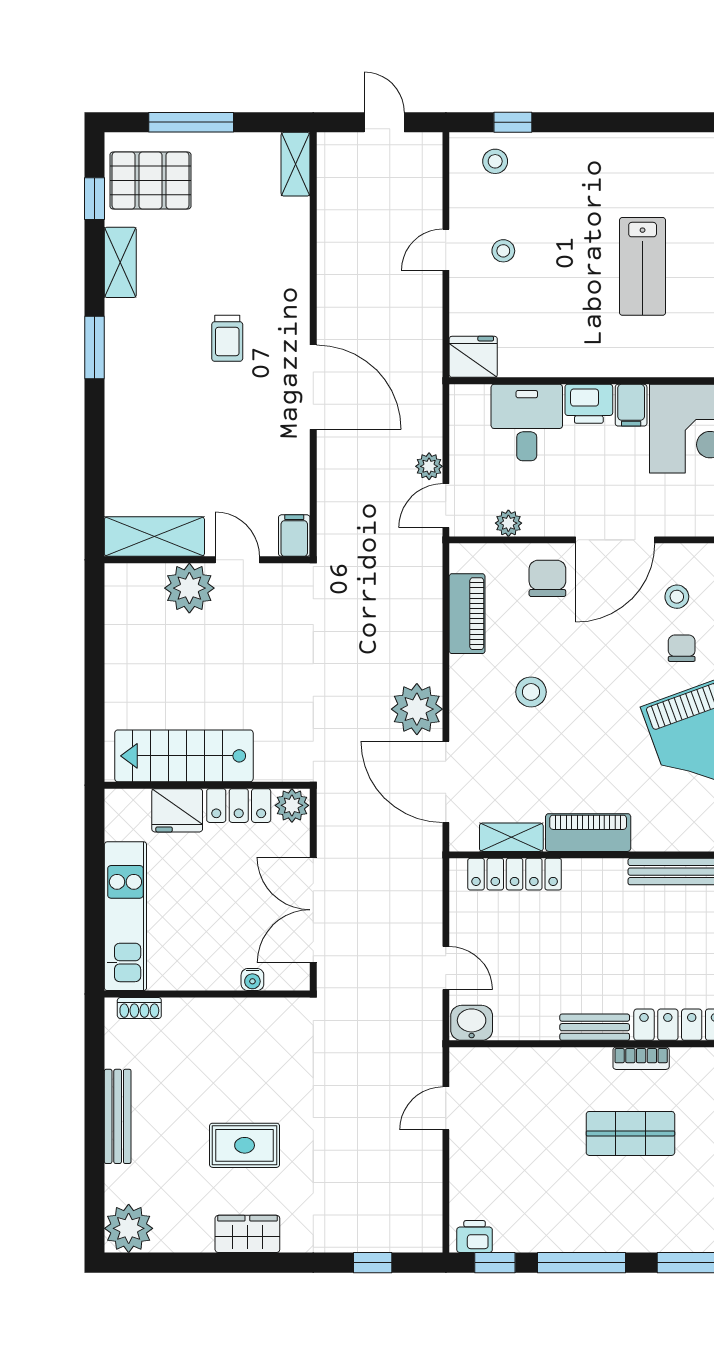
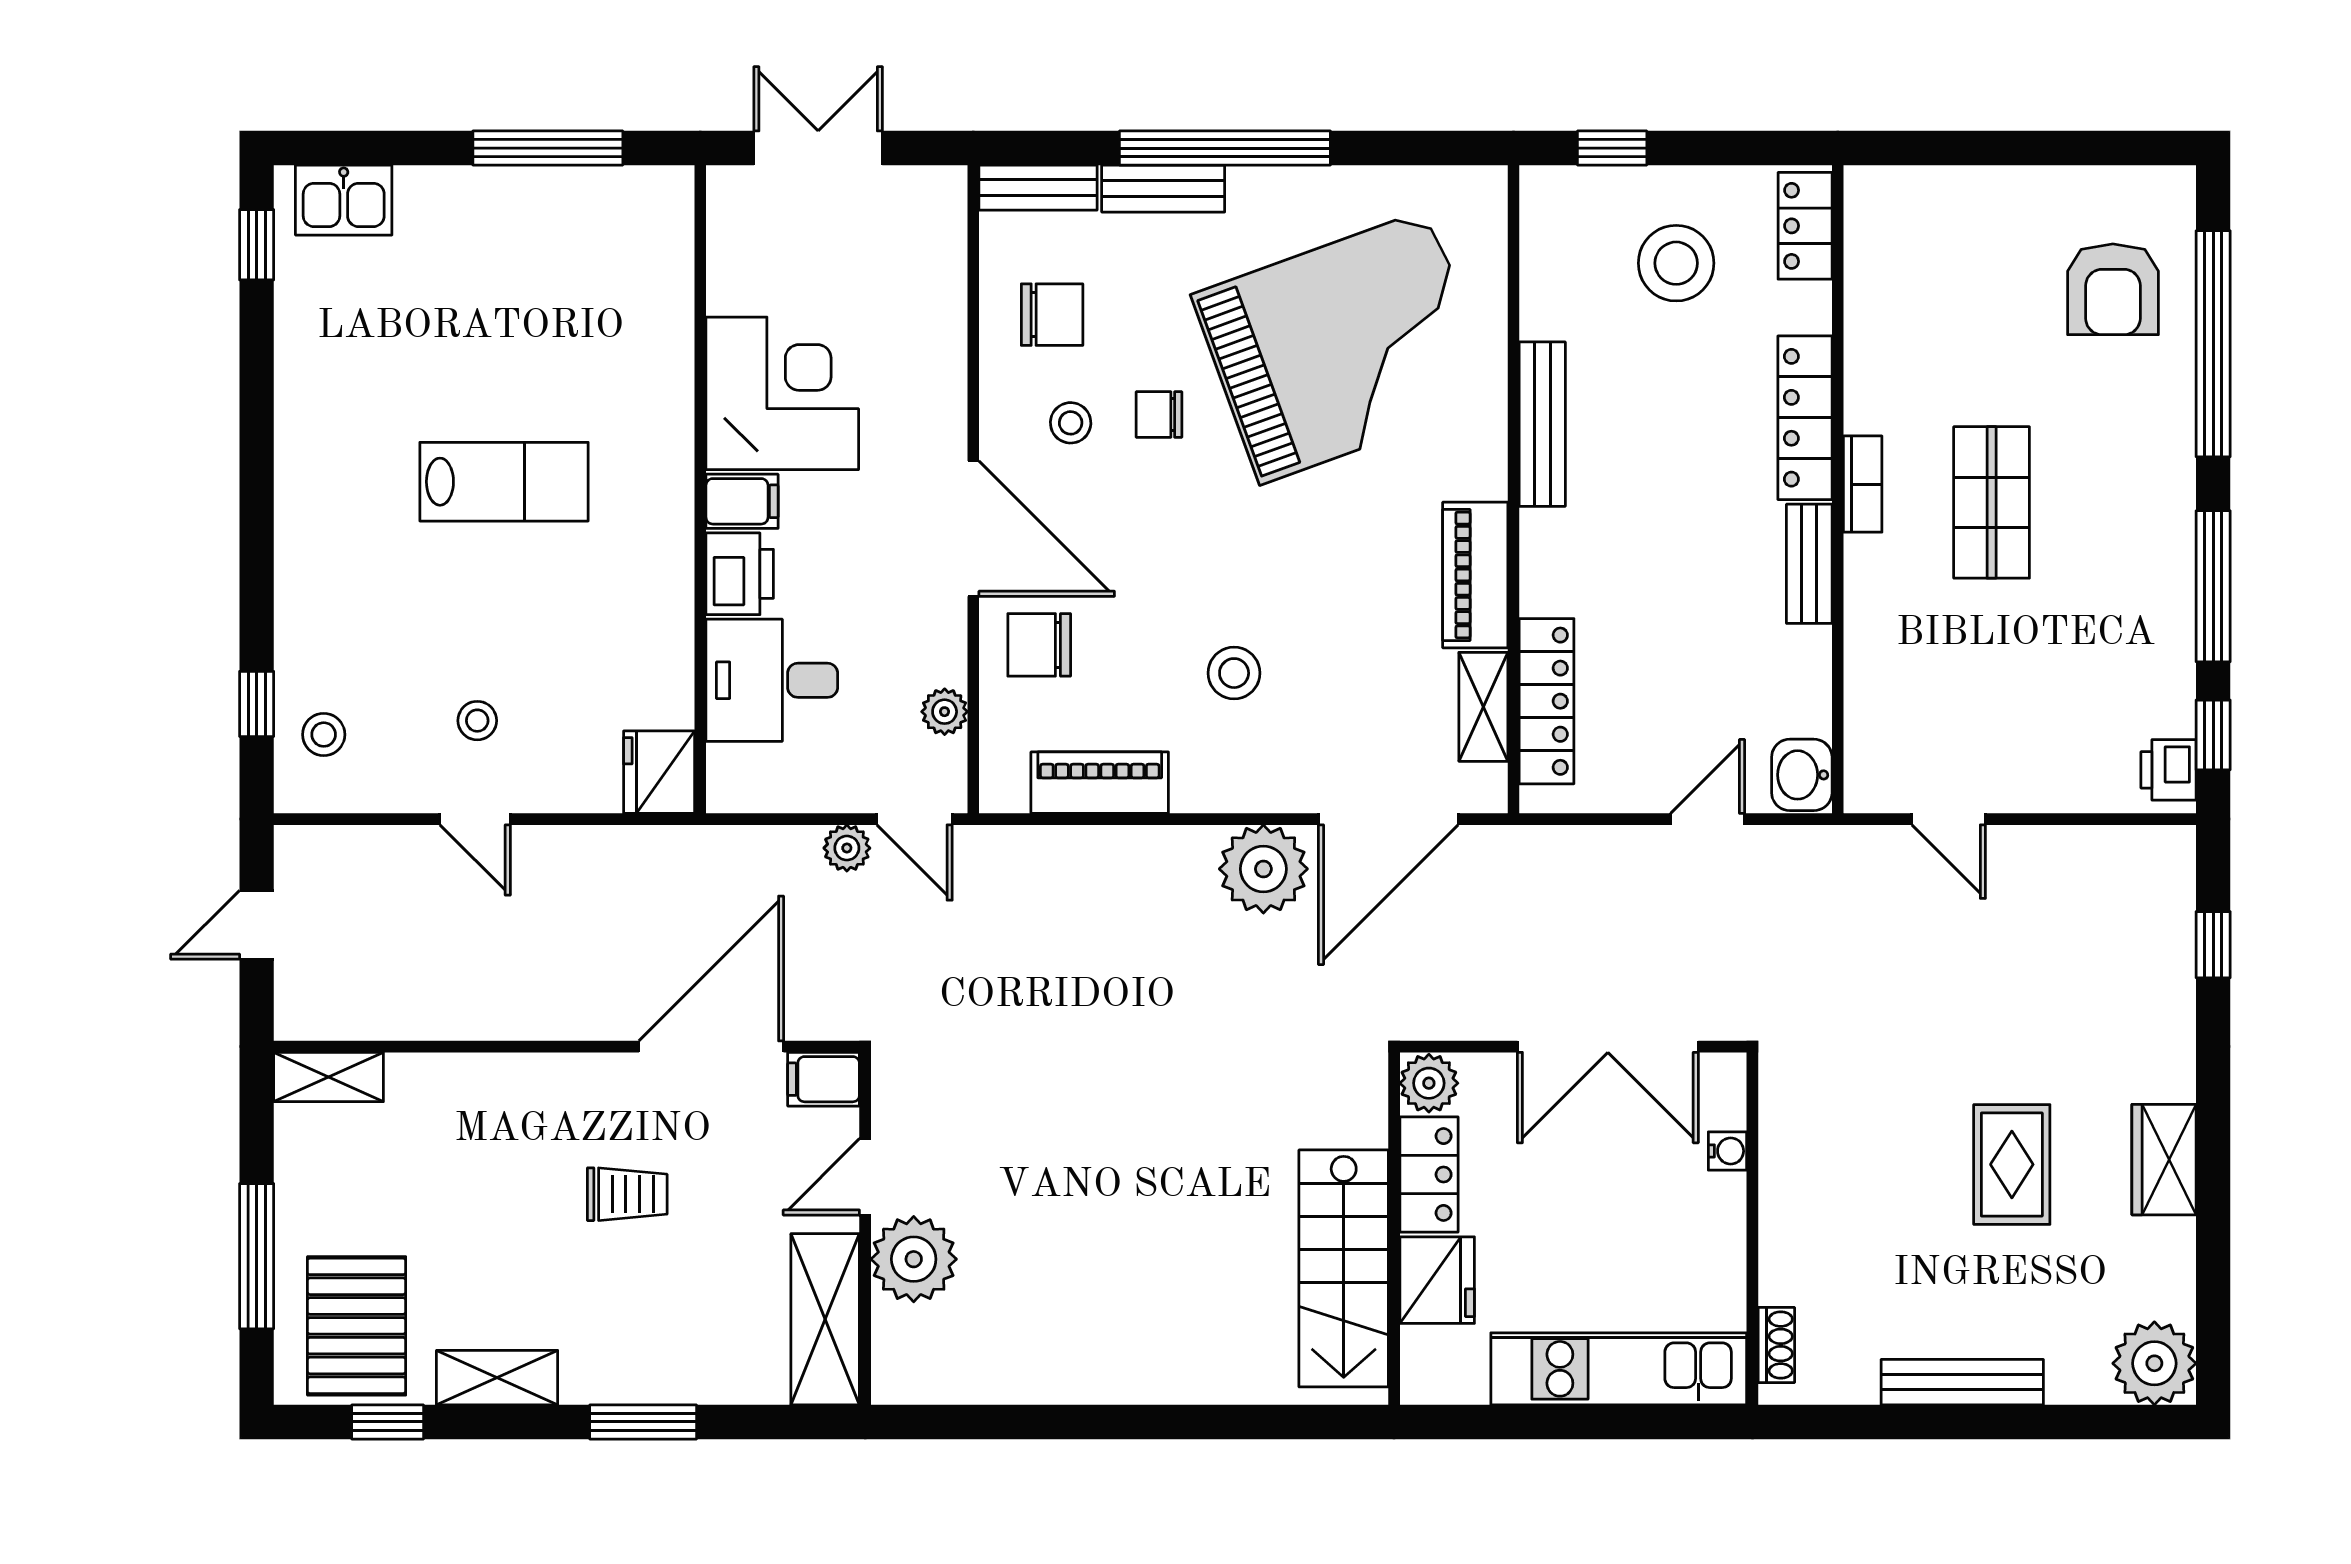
filing cabinet: (294, 536) -> (824, 1079), moved
shelving: (154, 537) -> (825, 1319), moved
wall: (207, 560) -> (865, 1229), moved
door: (237, 560) -> (865, 1177), moved
plant: (189, 588) -> (914, 1259), moved

